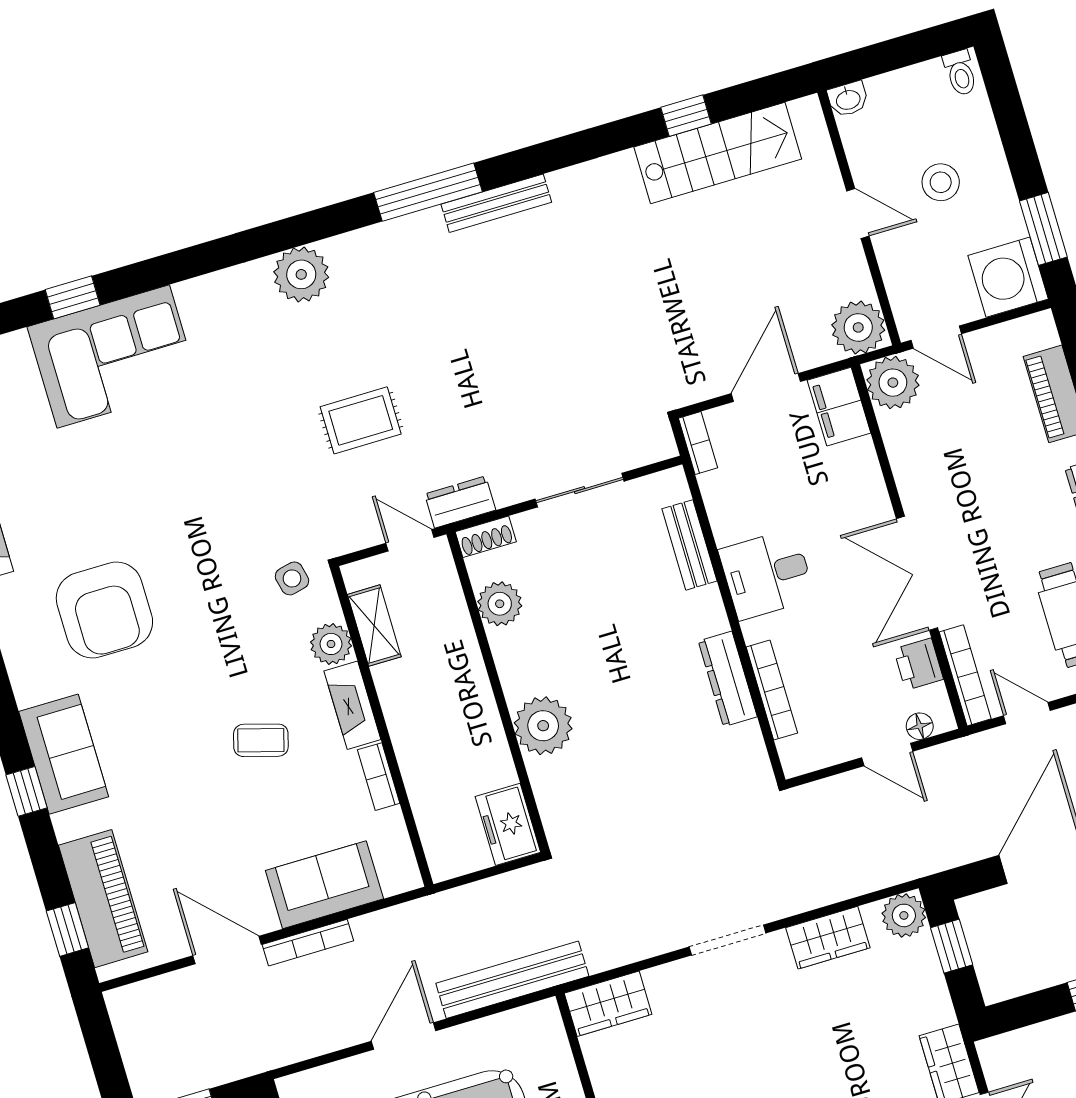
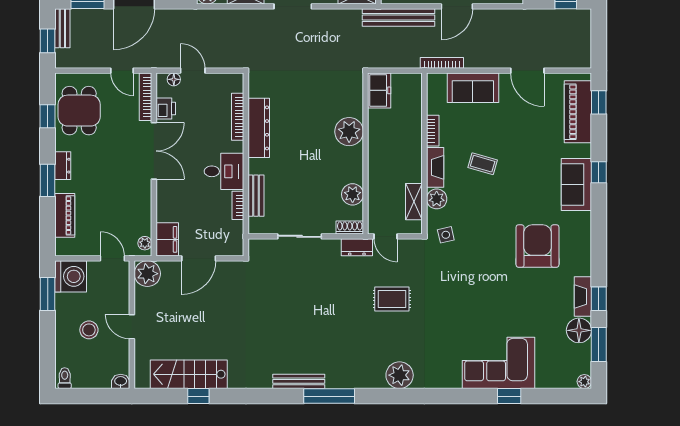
plant: (893, 383) -> (145, 243), width x0.53, depth x0.53
bookcase: (698, 443) -> (238, 205), moved
dresser: (728, 679) -> (259, 128), width x1.37, depth x1.24
bookcase: (308, 943) -> (442, 63), moved

